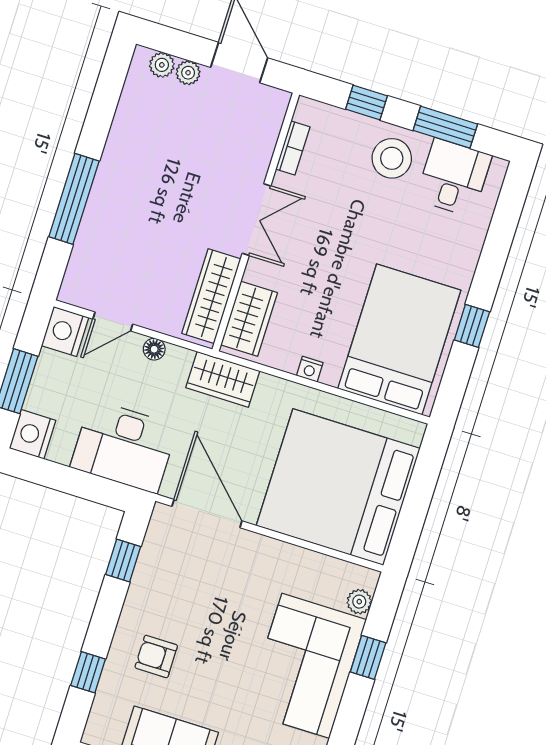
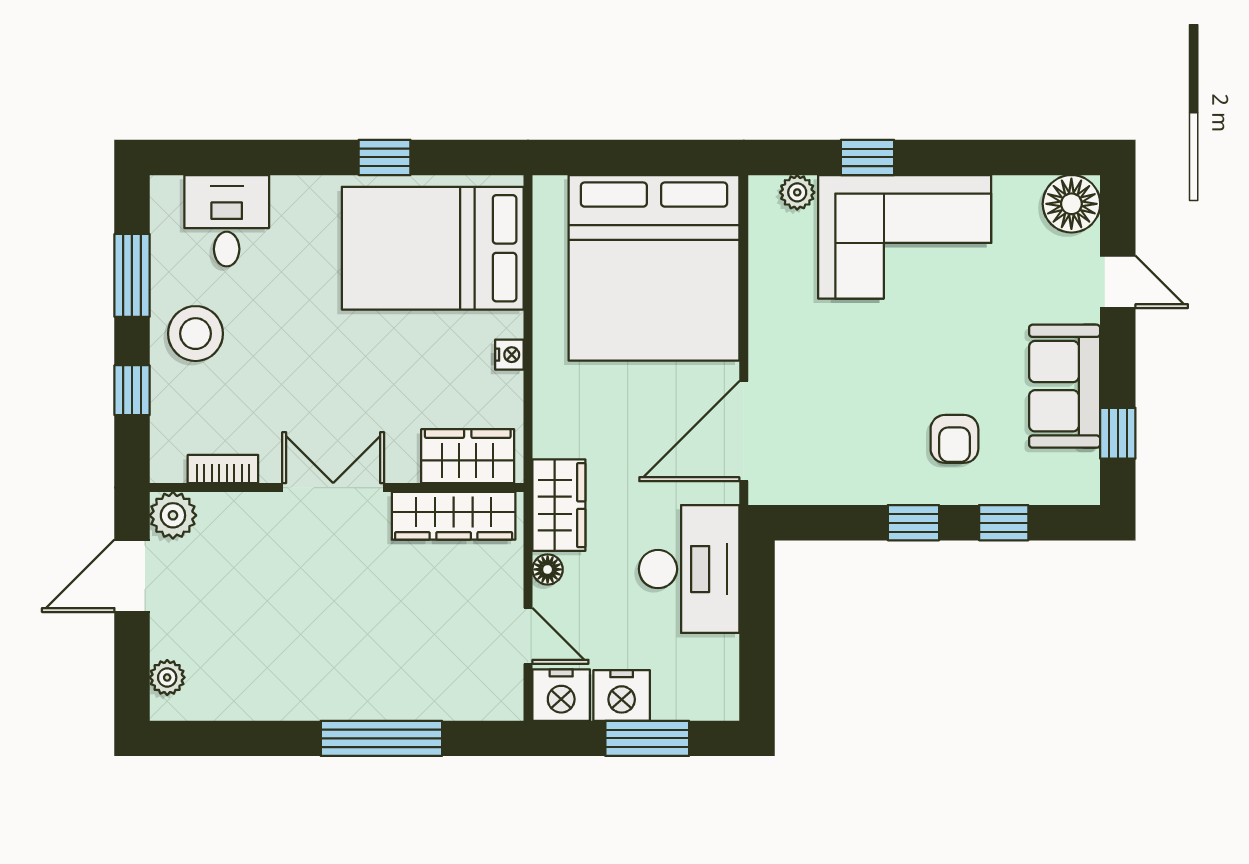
plant: (188, 73) -> (173, 515), moved, width x1.38, depth x1.38
desk: (454, 178) -> (227, 221), moved, turned 90
wardrobe: (223, 379) -> (559, 505), moved
nightstand: (33, 434) -> (622, 695), moved
window: (123, 560) -> (913, 523), moved

